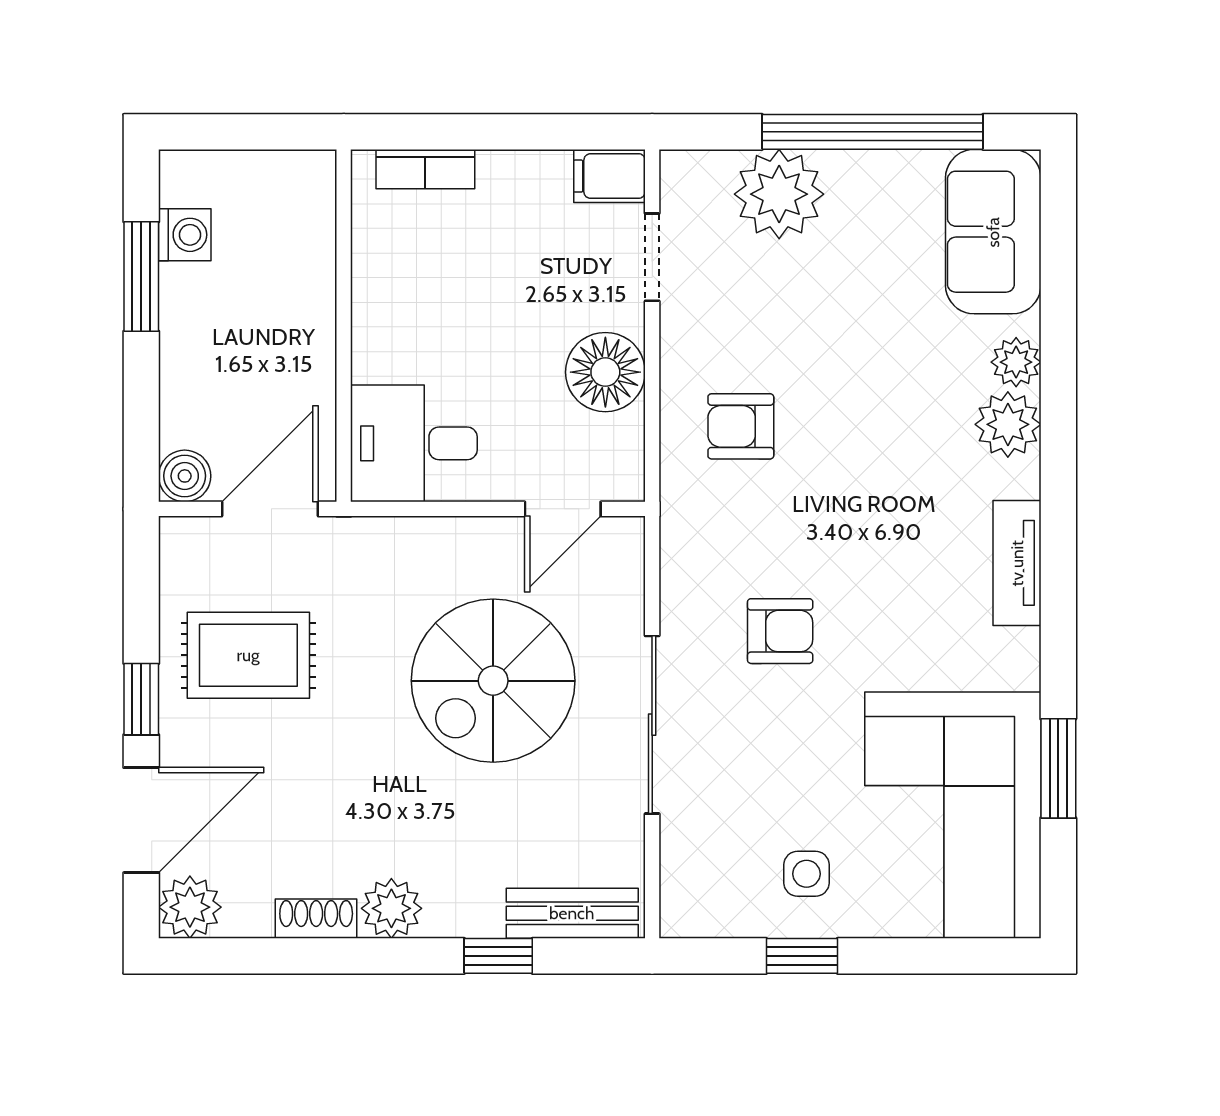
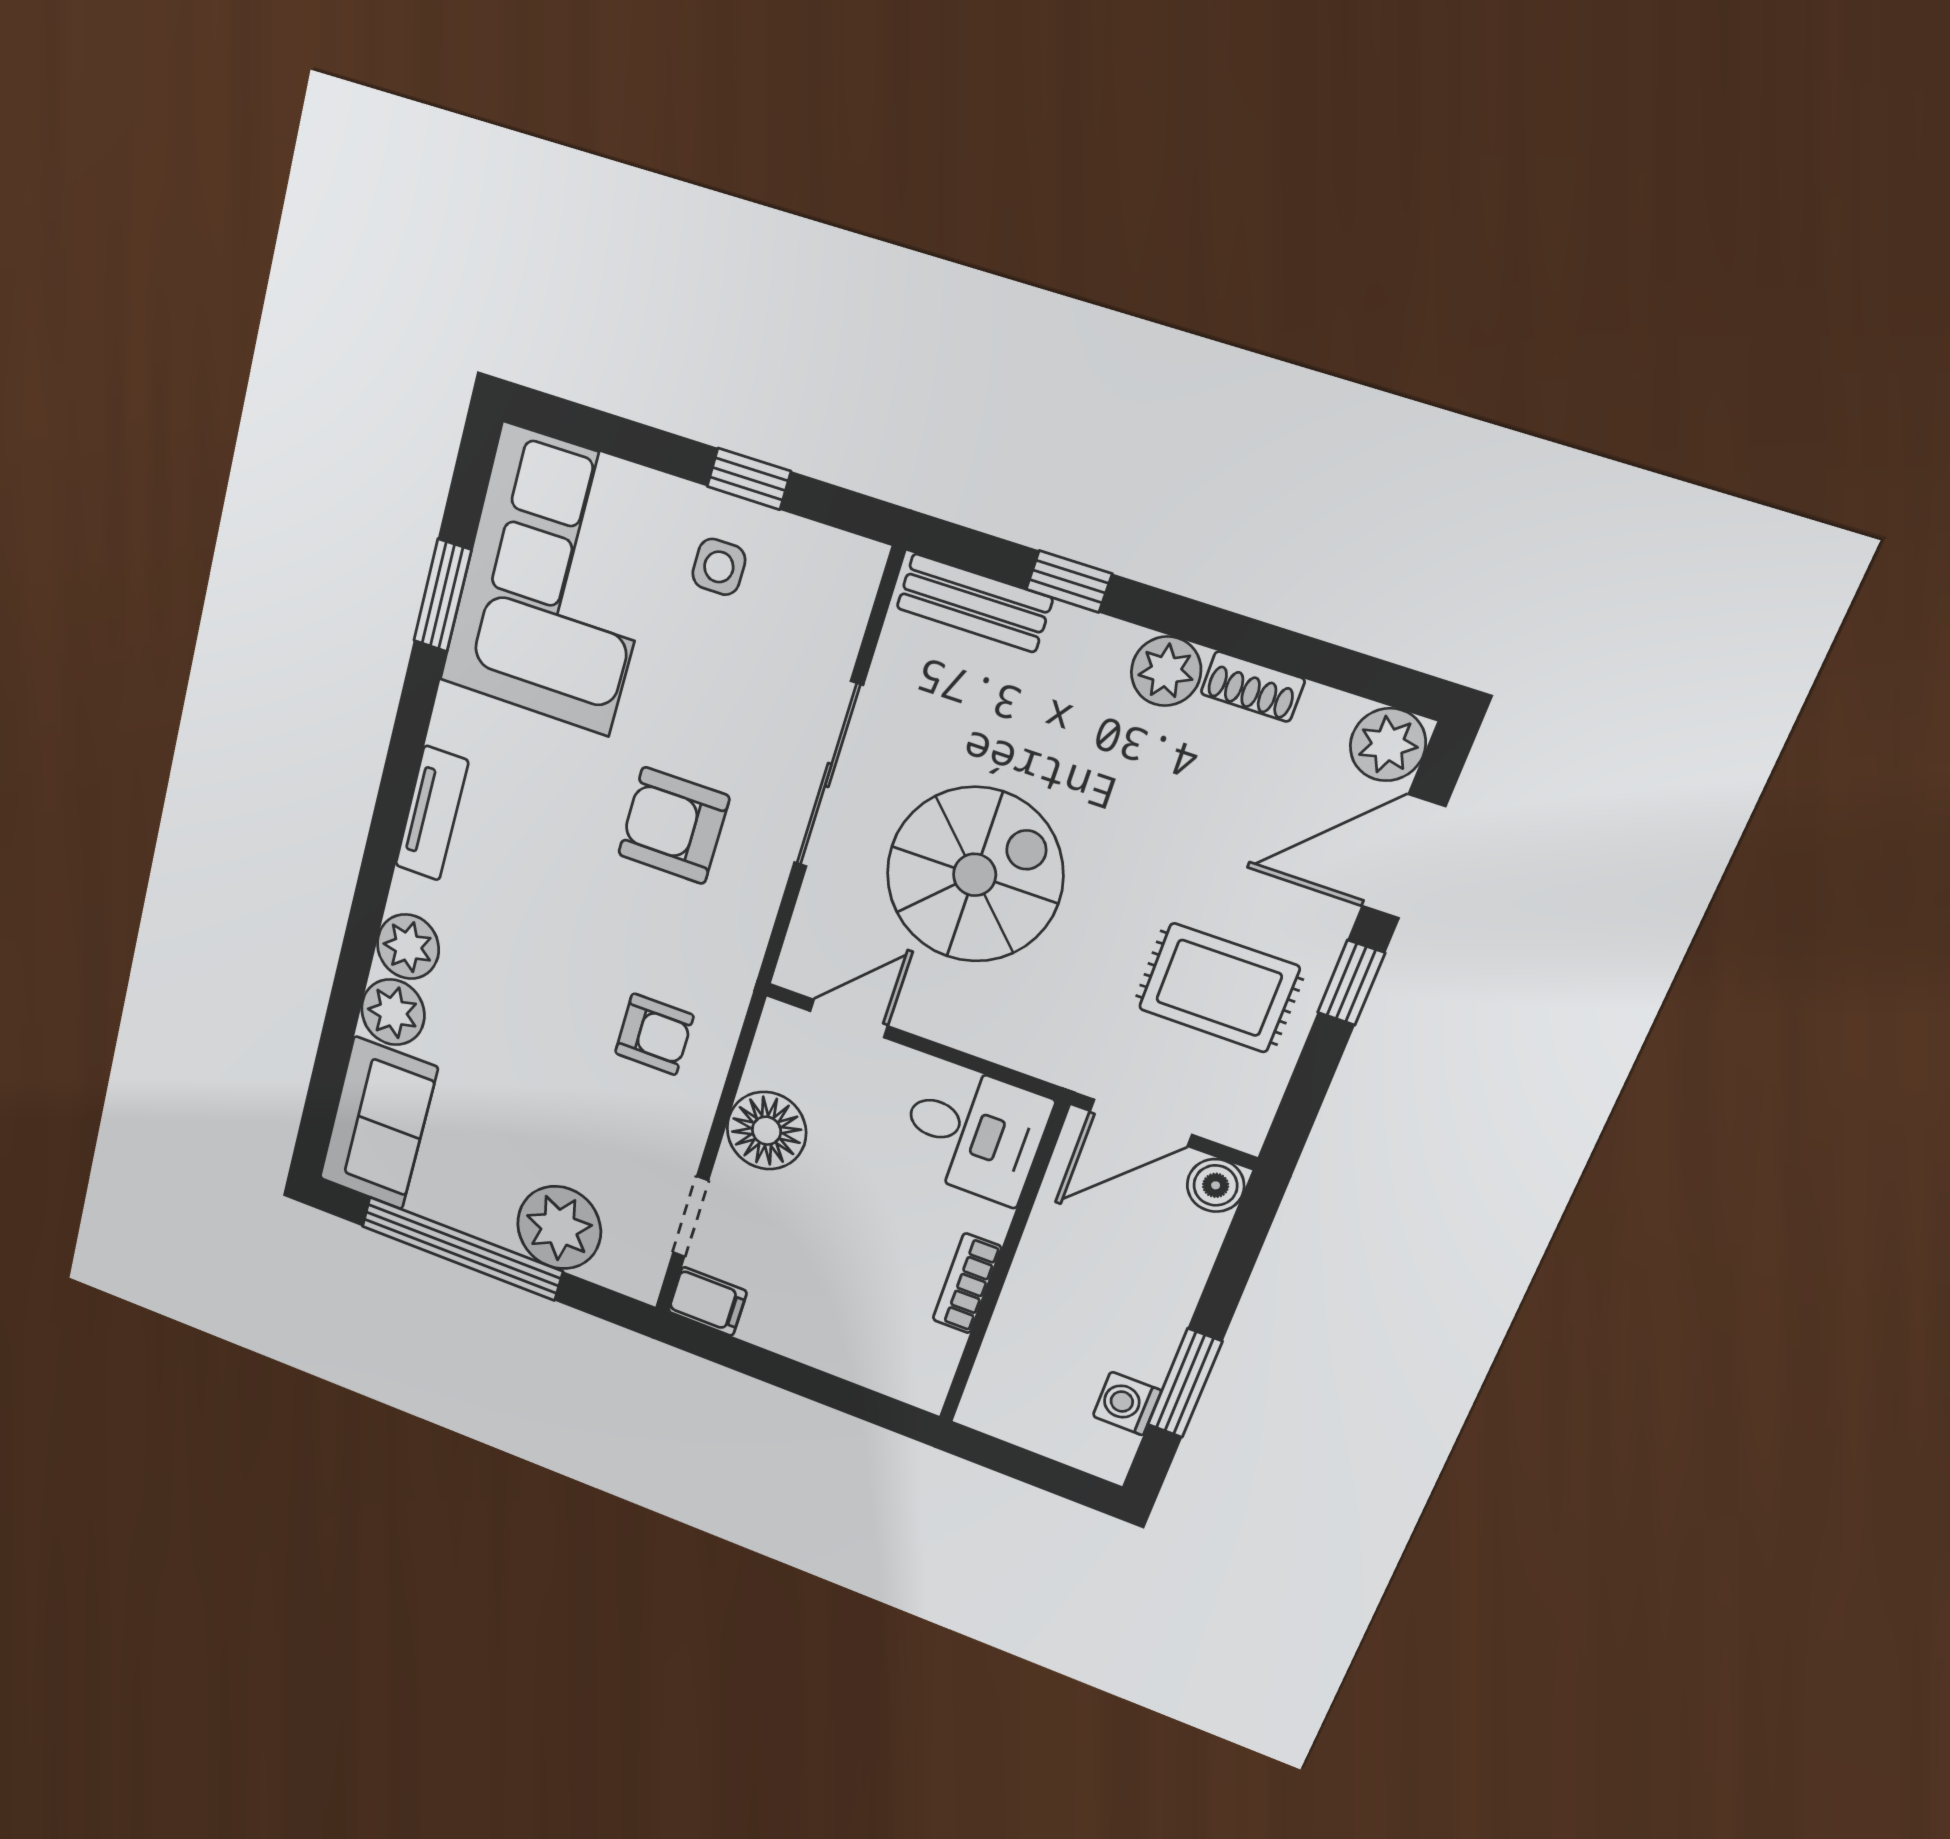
bookcase: (425, 169) -> (967, 1283), moved, turned -90
plant: (1016, 362) -> (393, 1012), width x1.38, depth x1.38
armchair: (780, 631) -> (674, 826), width x1.38, depth x1.38

